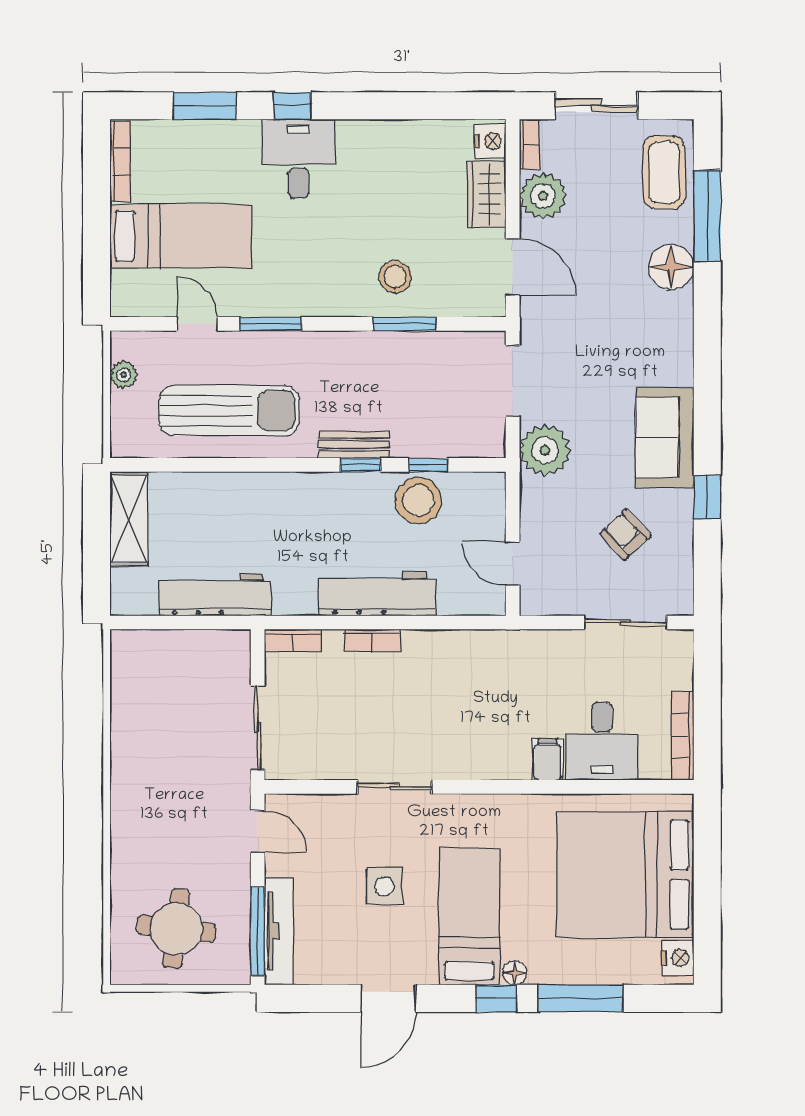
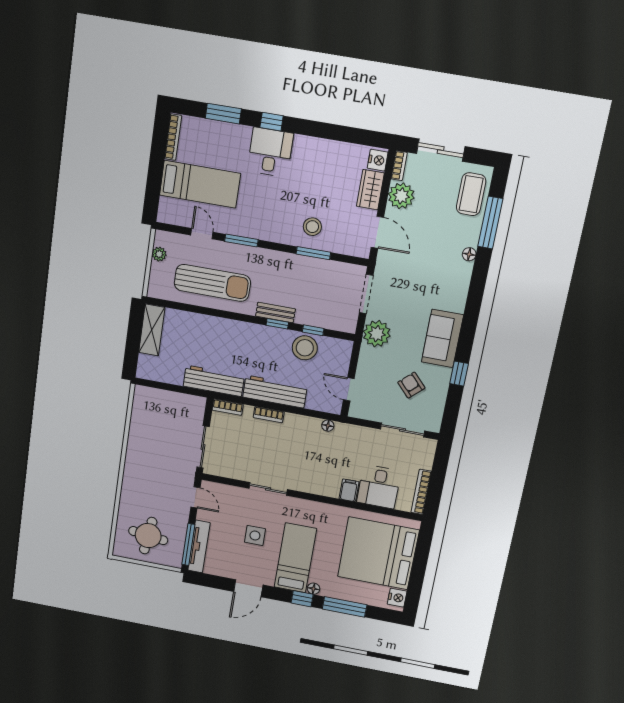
floor lamp: (671, 267) -> (469, 254), width x0.53, depth x0.53
workbench: (215, 595) -> (214, 381), moved
floor lamp: (486, 641) -> (328, 426), added

